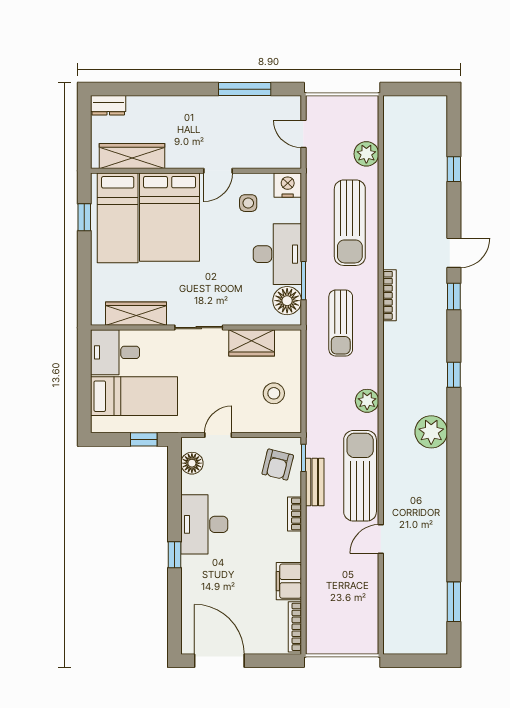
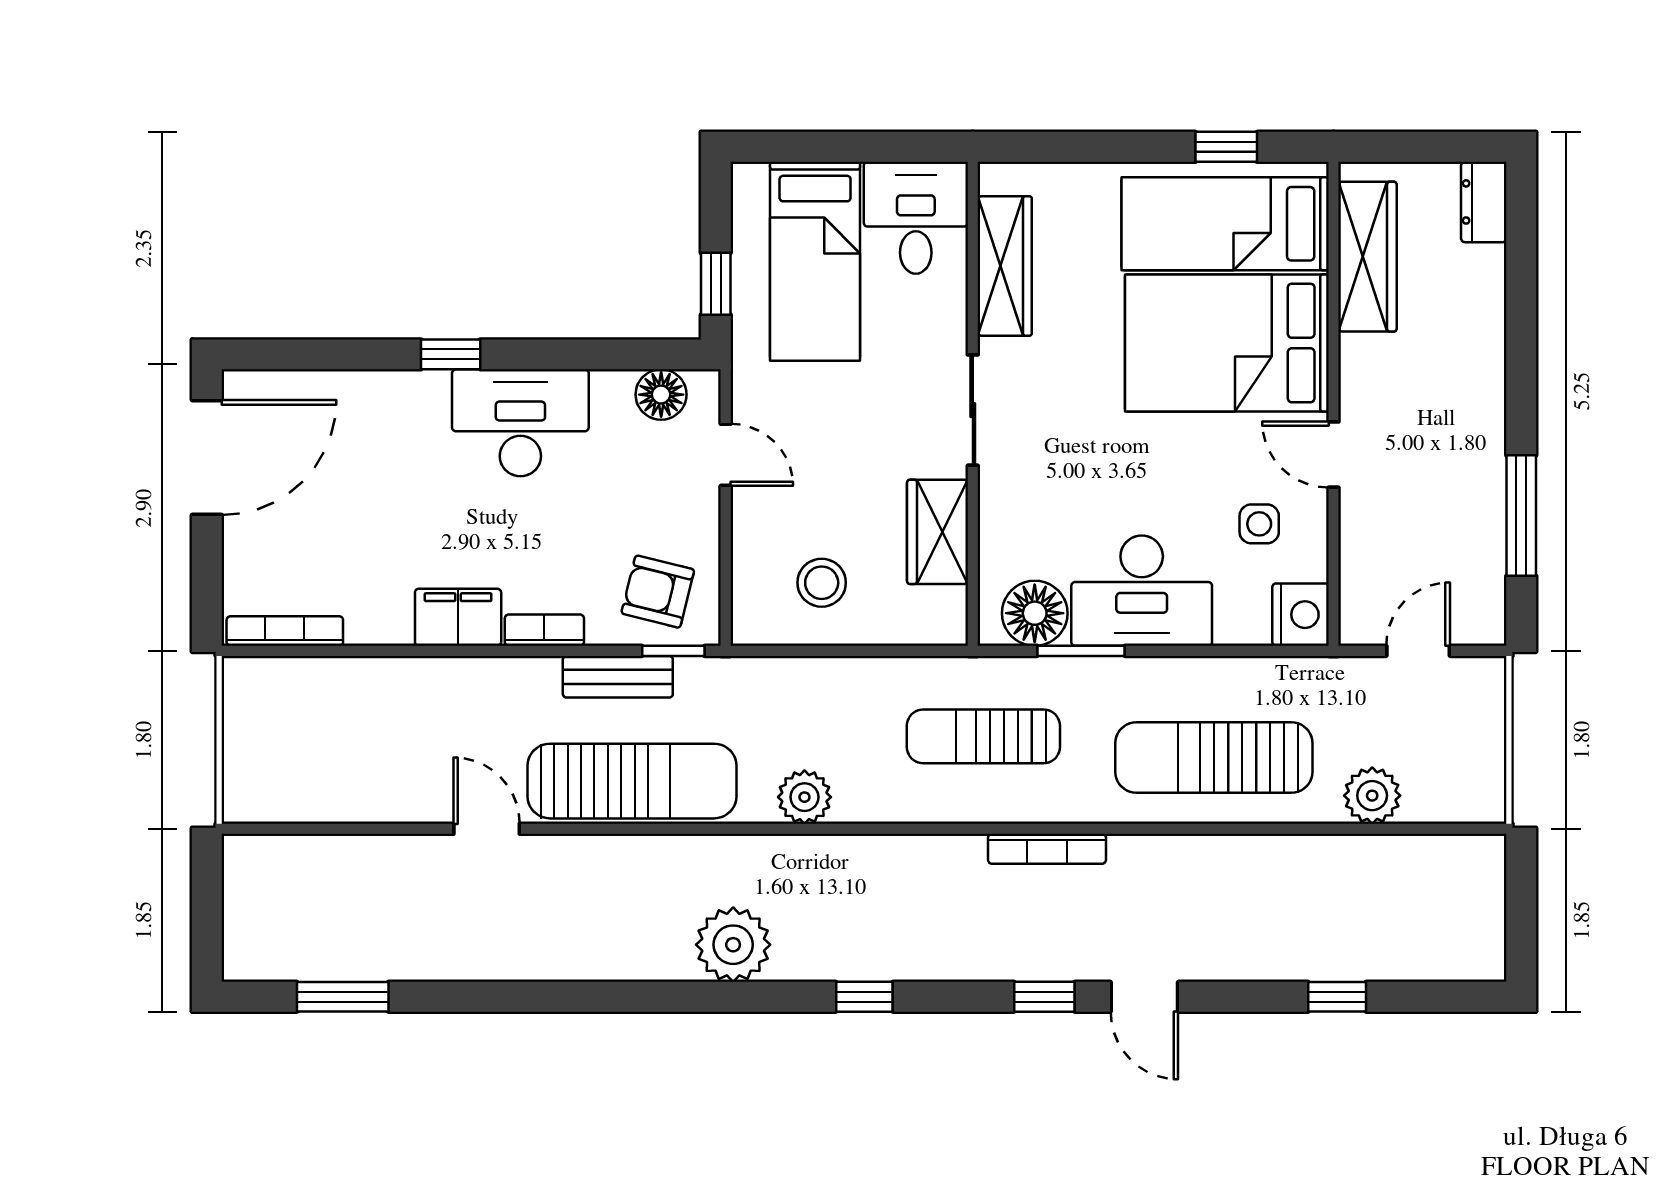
filing cabinet: (289, 581) -> (458, 617), moved

